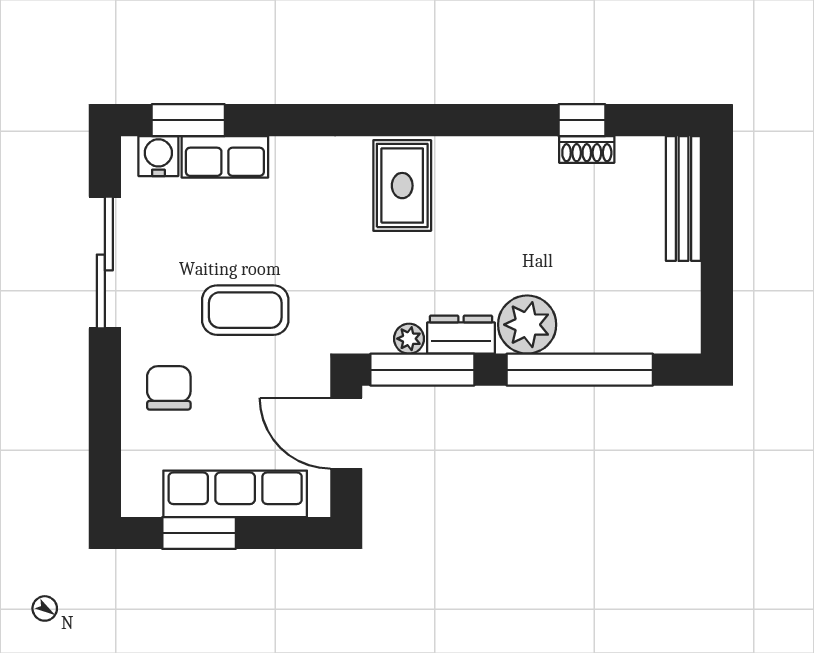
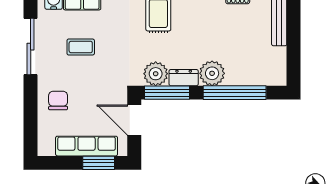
coffee table: (245, 310) -> (81, 47), moved, width x0.73, depth x0.77
plant: (409, 339) -> (156, 74), width x1.88, depth x1.88
window: (199, 533) -> (99, 163), moved

